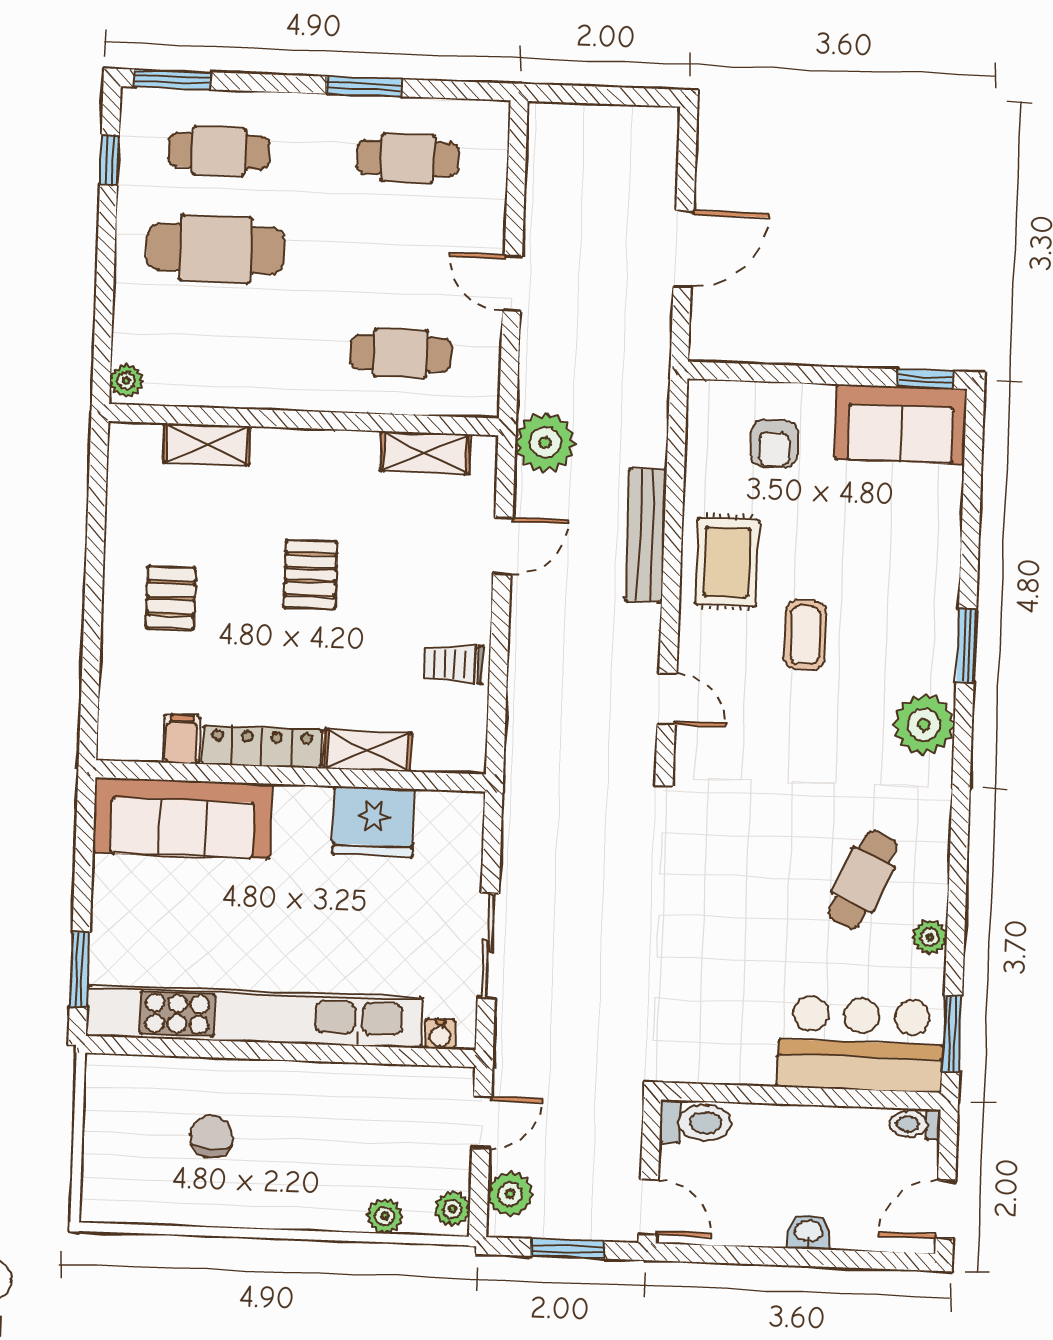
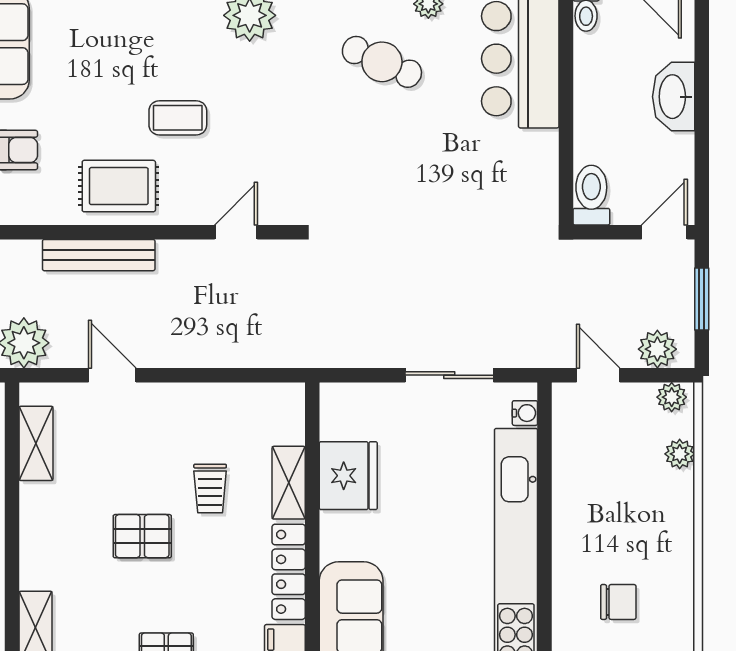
trolley: (454, 664) -> (210, 489), moved
chair: (212, 1137) -> (618, 602), turned 180
washbasin: (809, 1232) -> (674, 97), width x1.91, depth x1.45

